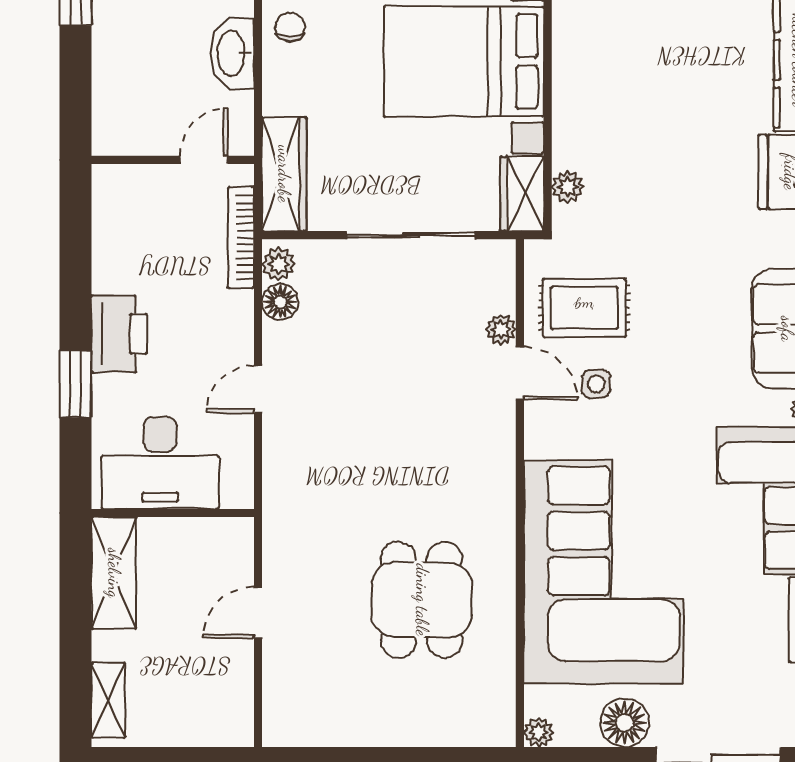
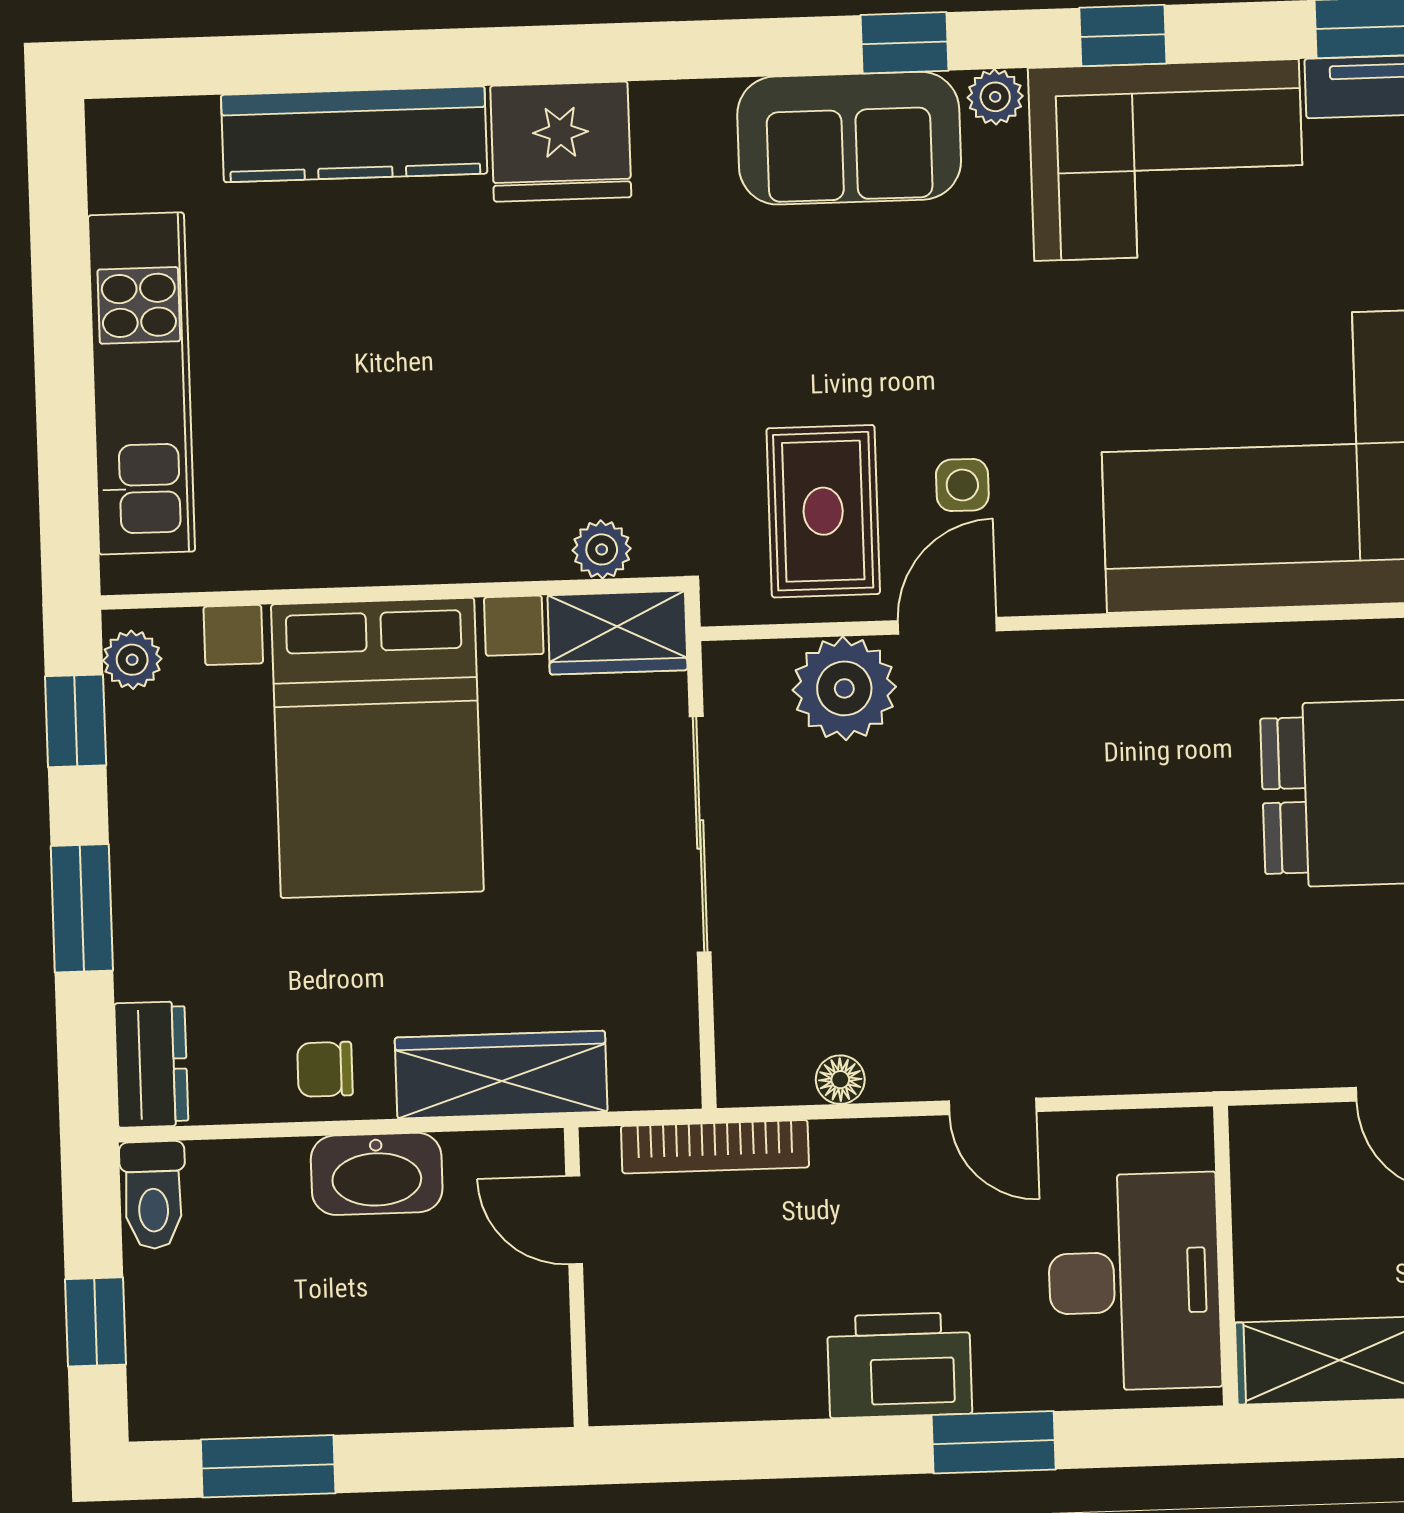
wardrobe: (284, 174) -> (501, 1075), moved
plant: (279, 264) -> (761, 1076), removed
floor lamp: (280, 302) -> (840, 1080), width x0.73, depth x0.73
plant: (501, 329) -> (844, 688), width x1.88, depth x1.88

